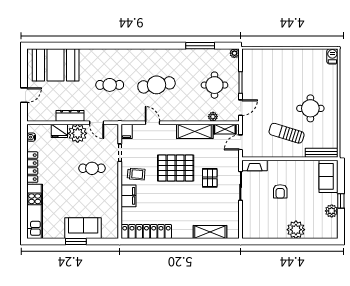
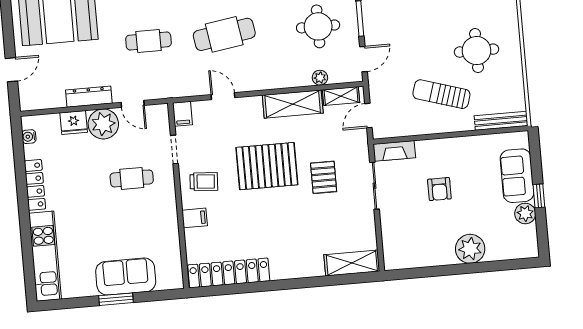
sofa: (329, 176) -> (517, 176), moved
filing cabinet: (128, 196) -> (195, 218), width x0.50
shelving: (210, 232) -> (352, 263), moved

